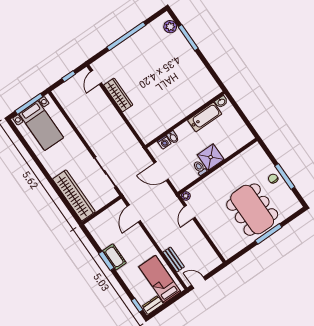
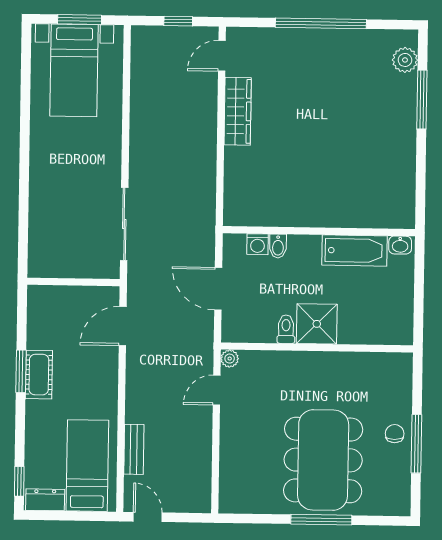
window: (29, 104) -> (80, 20), width x0.69
wardrobe: (74, 195) -> (45, 225), removed

